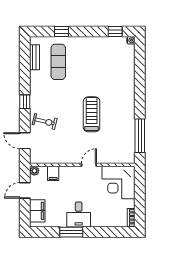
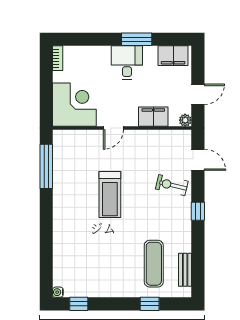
filing cabinet: (53, 173) -> (153, 117), width x2.00
filing cabinet: (37, 211) -> (173, 56), moved, turned -90

